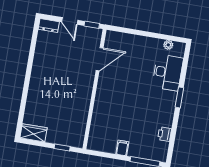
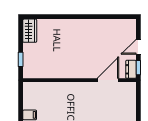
dresser: (49, 25) -> (131, 69), moved
door: (100, 59) -> (108, 80), swing flipped

